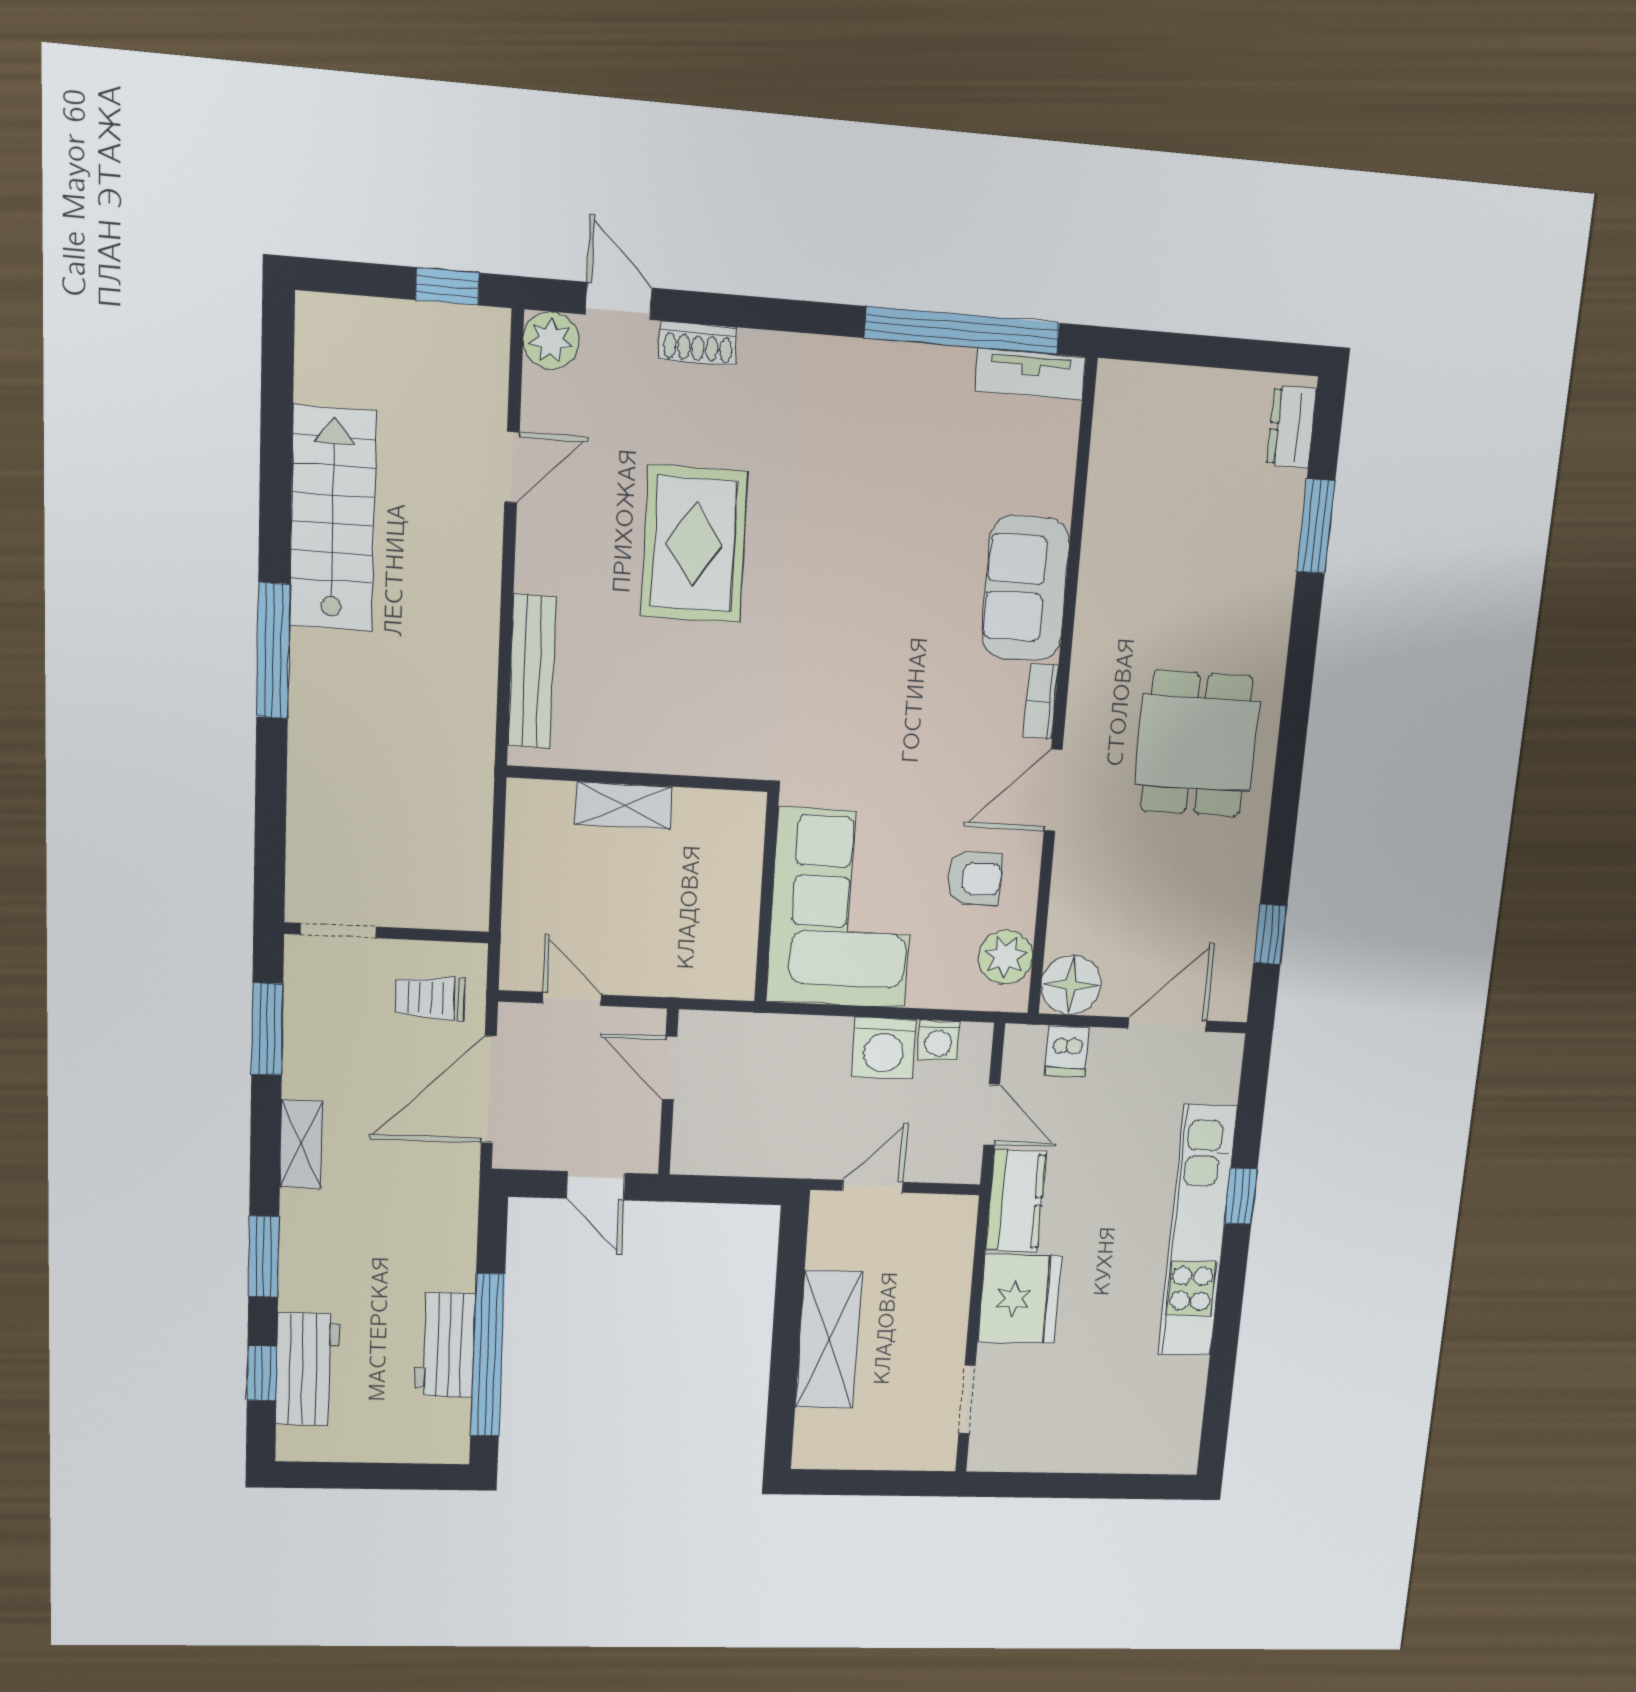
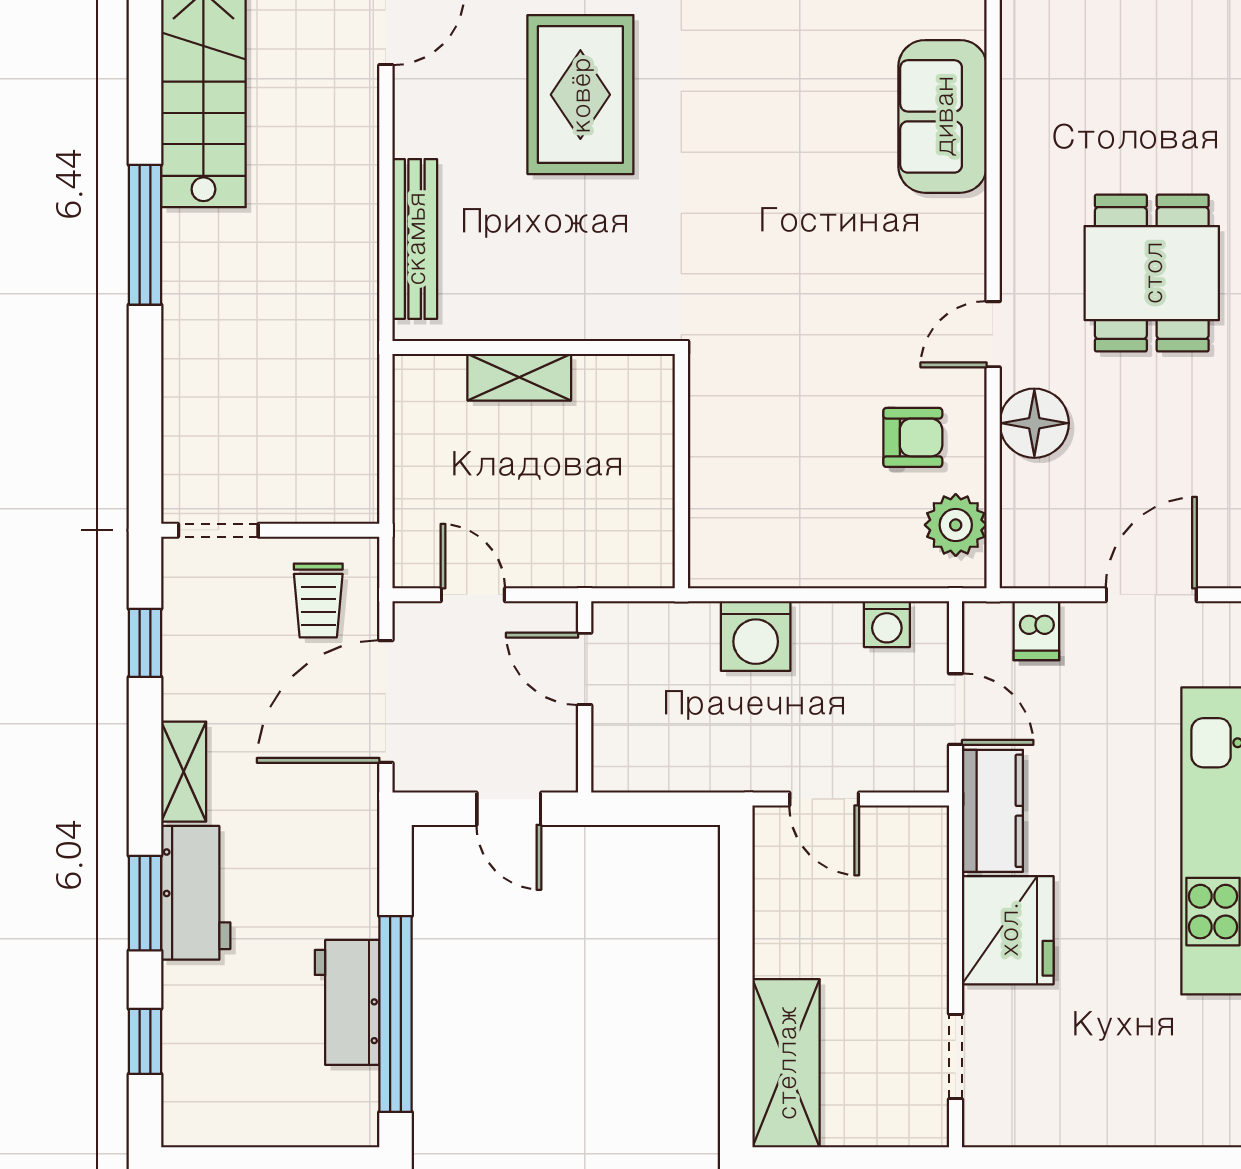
bookcase: (1041, 701) -> (971, 237), removed
door: (1053, 790) -> (993, 334), width x0.73
corner sofa: (842, 908) -> (766, 479), removed
floor lamp: (1071, 985) -> (1034, 423), moved
trolley: (430, 998) -> (318, 601), turned -90
window: (267, 1029) -> (145, 643), width x0.67
washing machine: (884, 1048) -> (756, 636), moved
door: (873, 1186) -> (824, 799), swing flipped
shelving: (829, 1340) -> (786, 1063), moved
workbench: (308, 1369) -> (196, 893), moved

